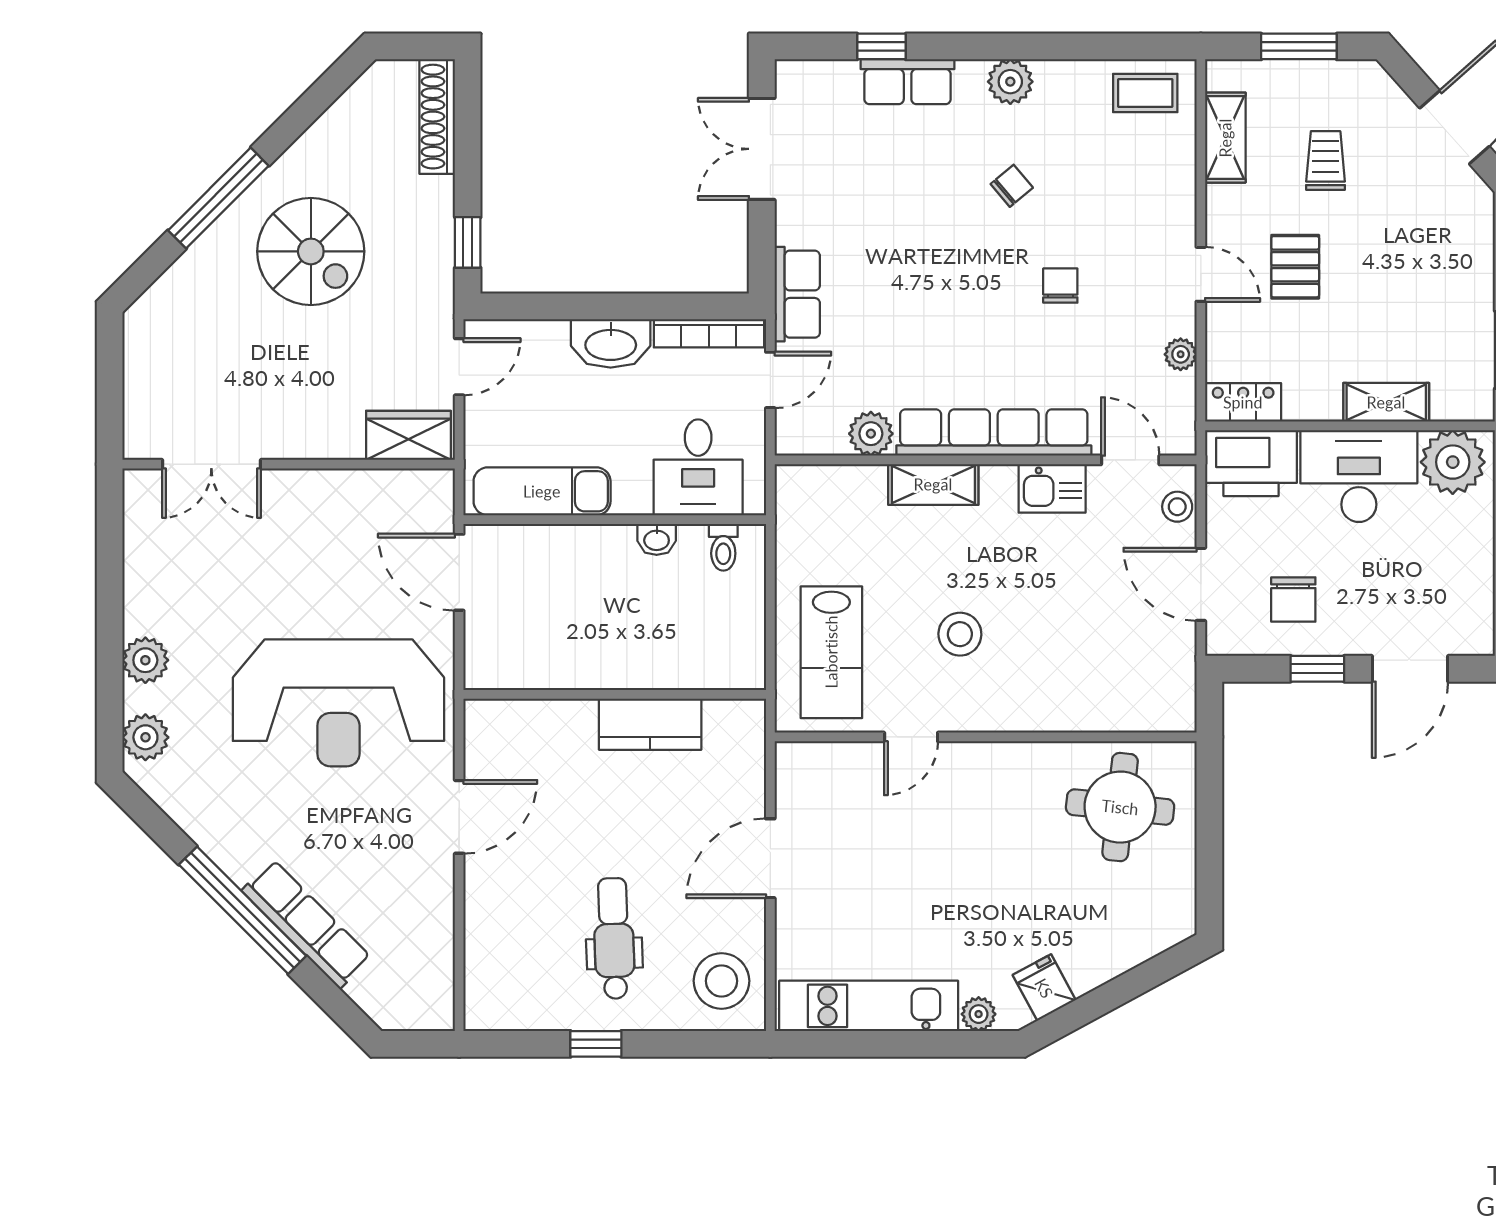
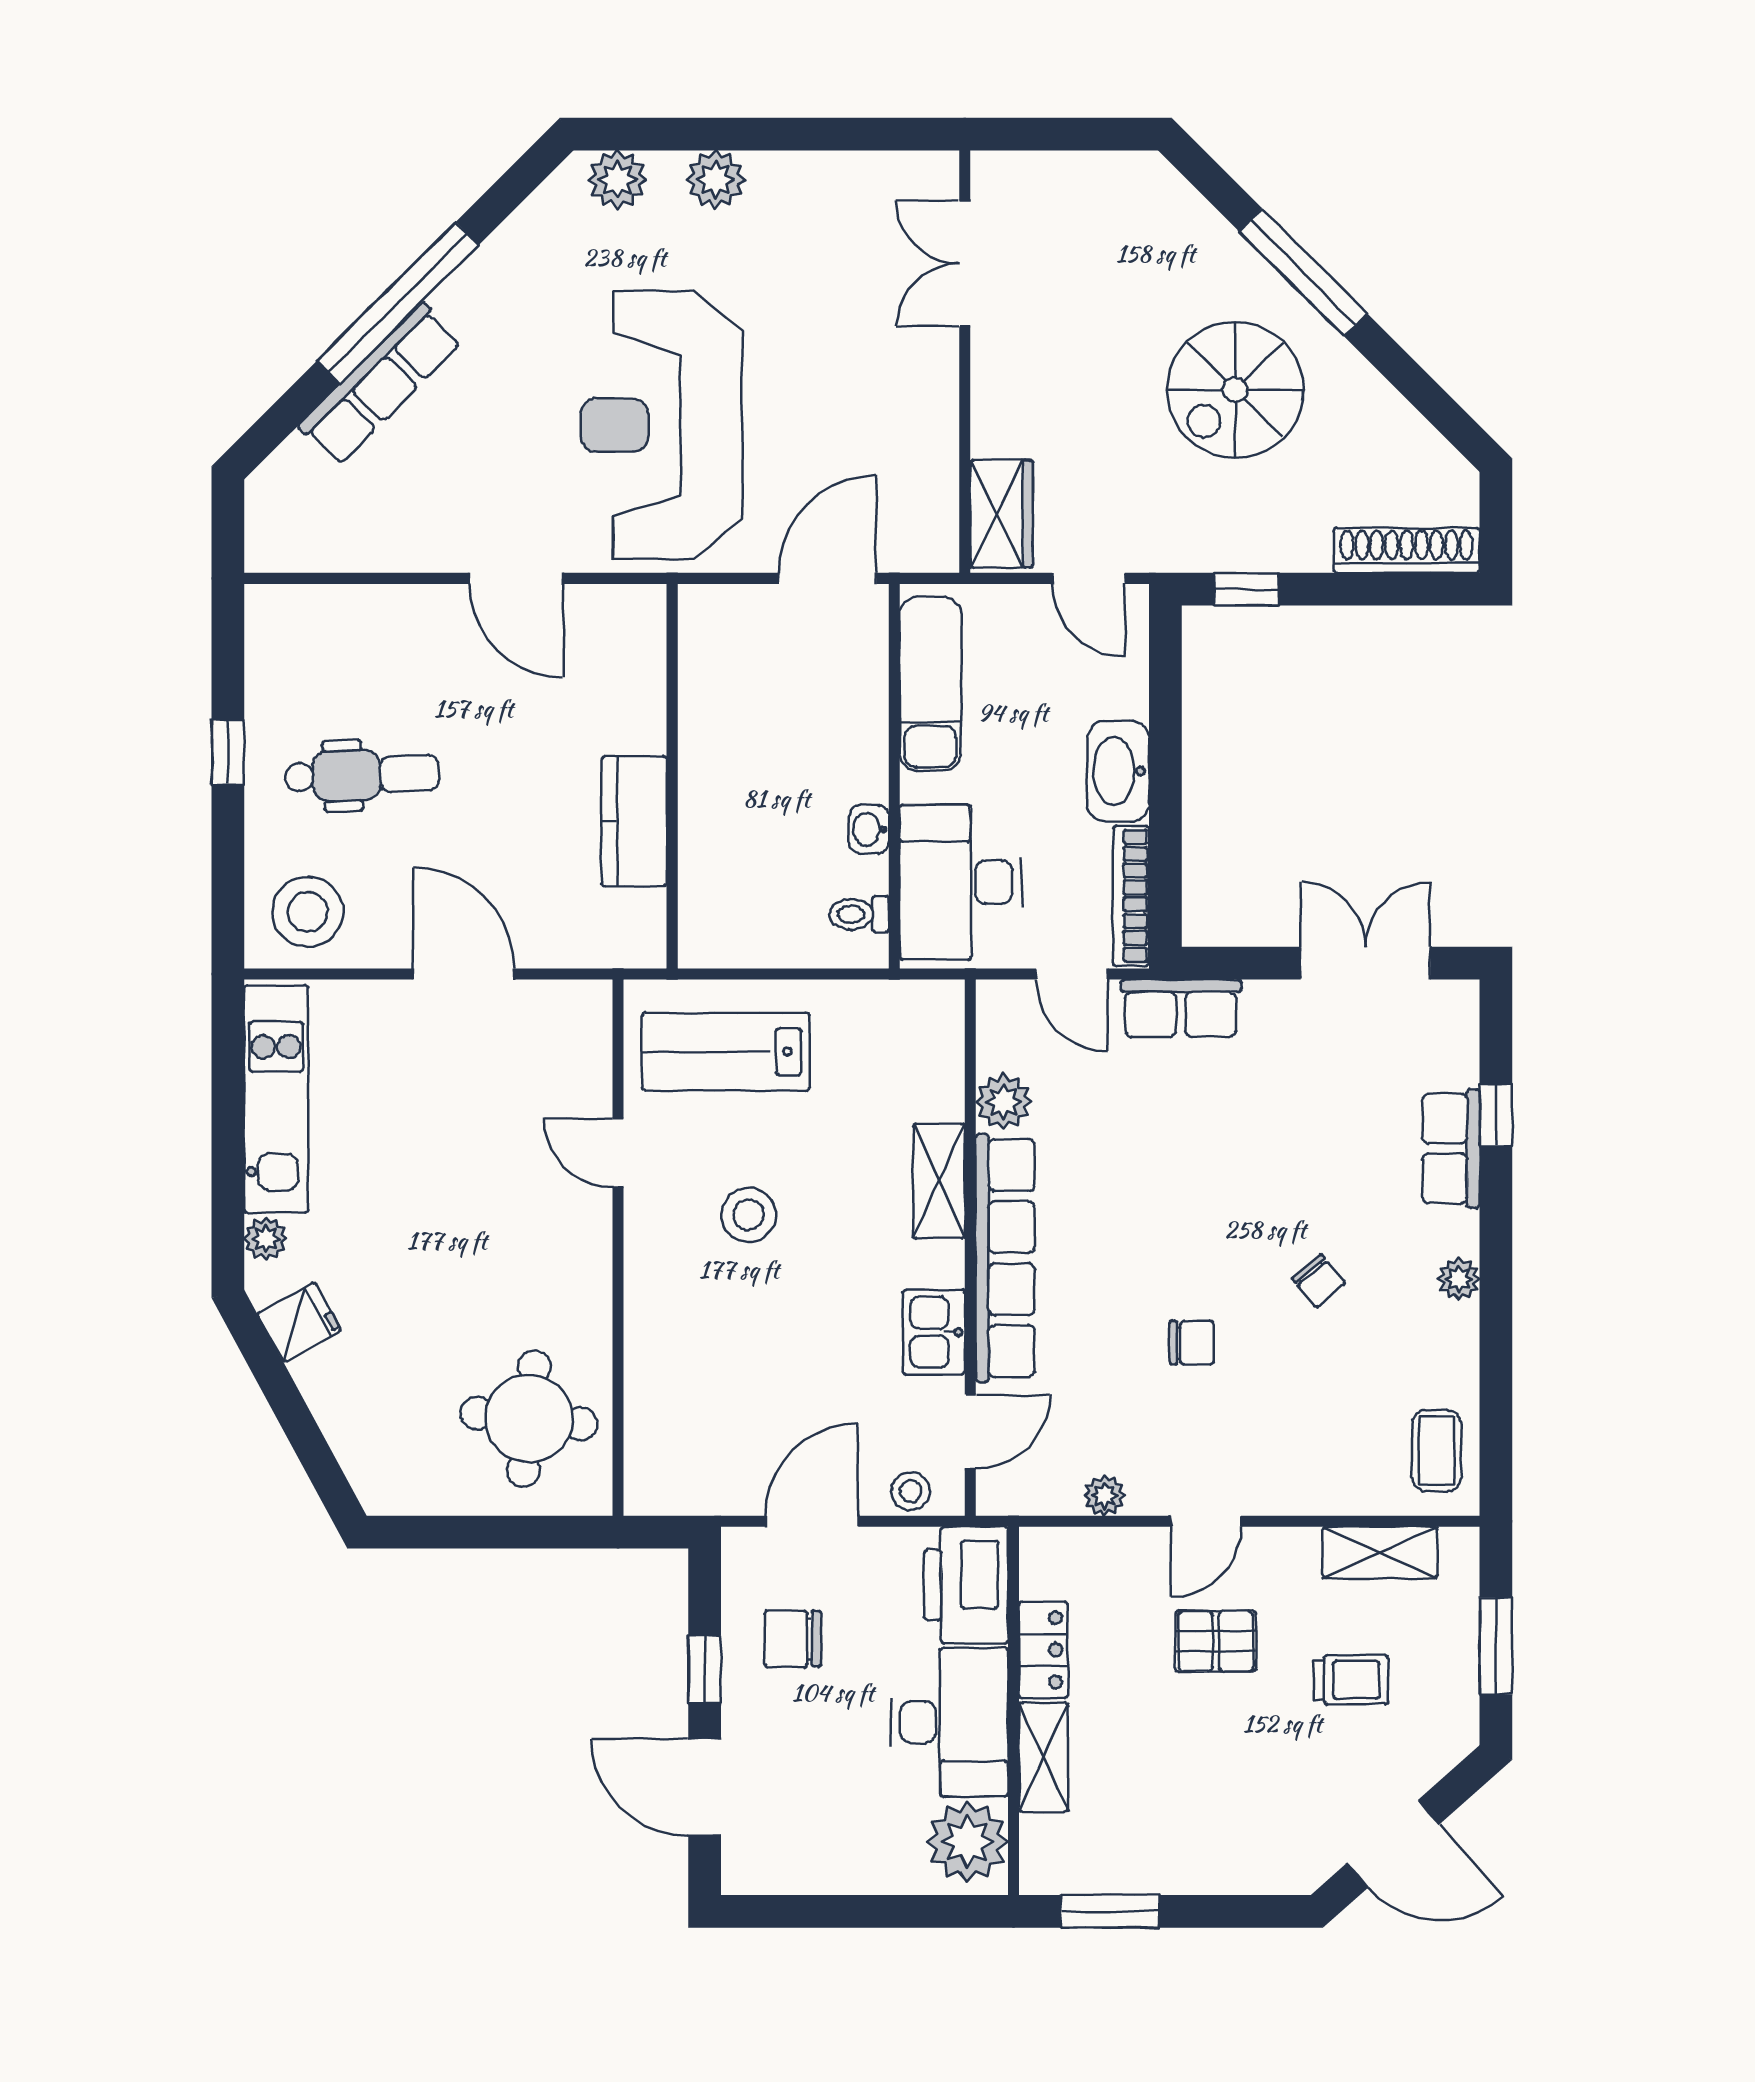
plant: (1010, 82) -> (1459, 1279), width x0.73, depth x0.73
locker: (1243, 402) -> (1043, 1650), moved
desk: (698, 467) -> (961, 882), width x1.37

